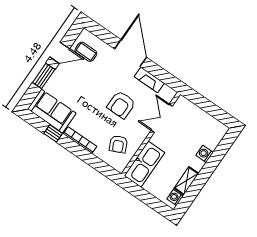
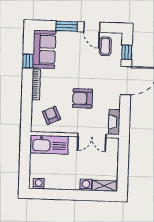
window: (105, 35) -> (127, 52), added
fireplace: (149, 80) -> (114, 122), moved
double door: (162, 118) -> (92, 135), swing flipped
armchair: (118, 144) -> (51, 115), turned 91
shelving: (186, 181) -> (104, 186), moved

